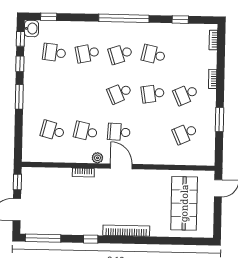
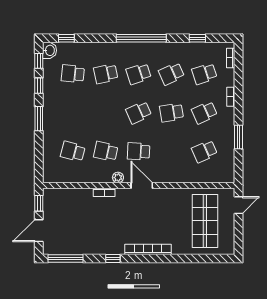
school desk: (154, 55) -> (172, 74), turned -36
school desk: (187, 55) -> (204, 74), added

